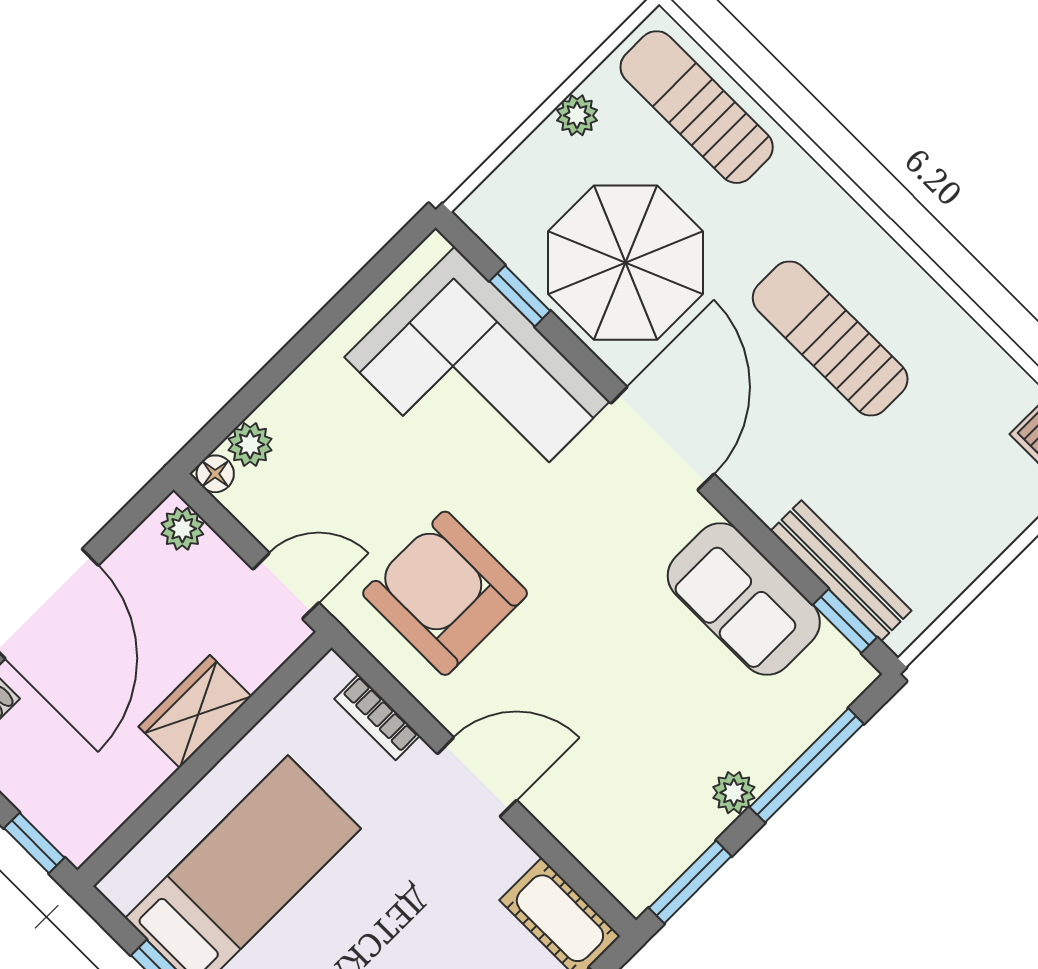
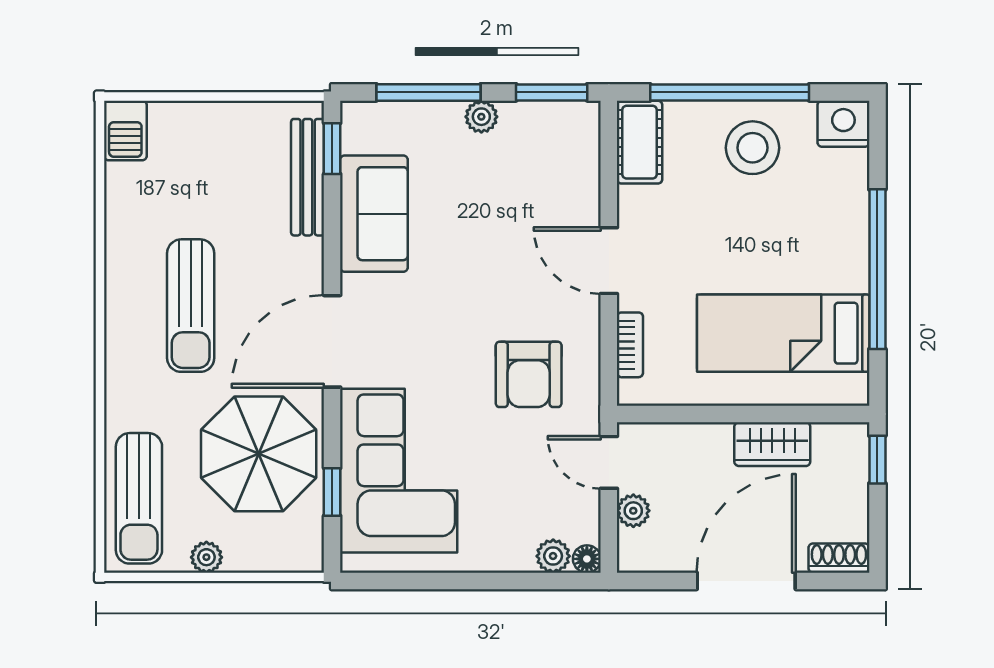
plant: (182, 529) -> (633, 511), moved
armchair: (445, 593) -> (529, 374), width x0.73, depth x0.73
wardrobe: (195, 711) -> (772, 444), moved

